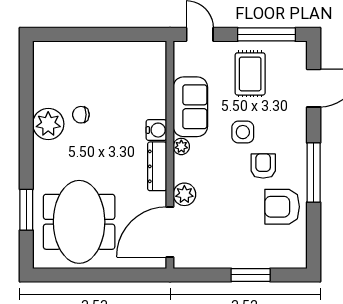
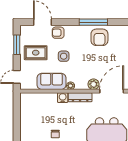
window: (266, 34) -> (17, 45), width x0.69
armchair: (263, 166) -> (58, 33), moved
window: (314, 173) -> (93, 22), moved
door: (170, 232) -> (112, 91), swing flipped

